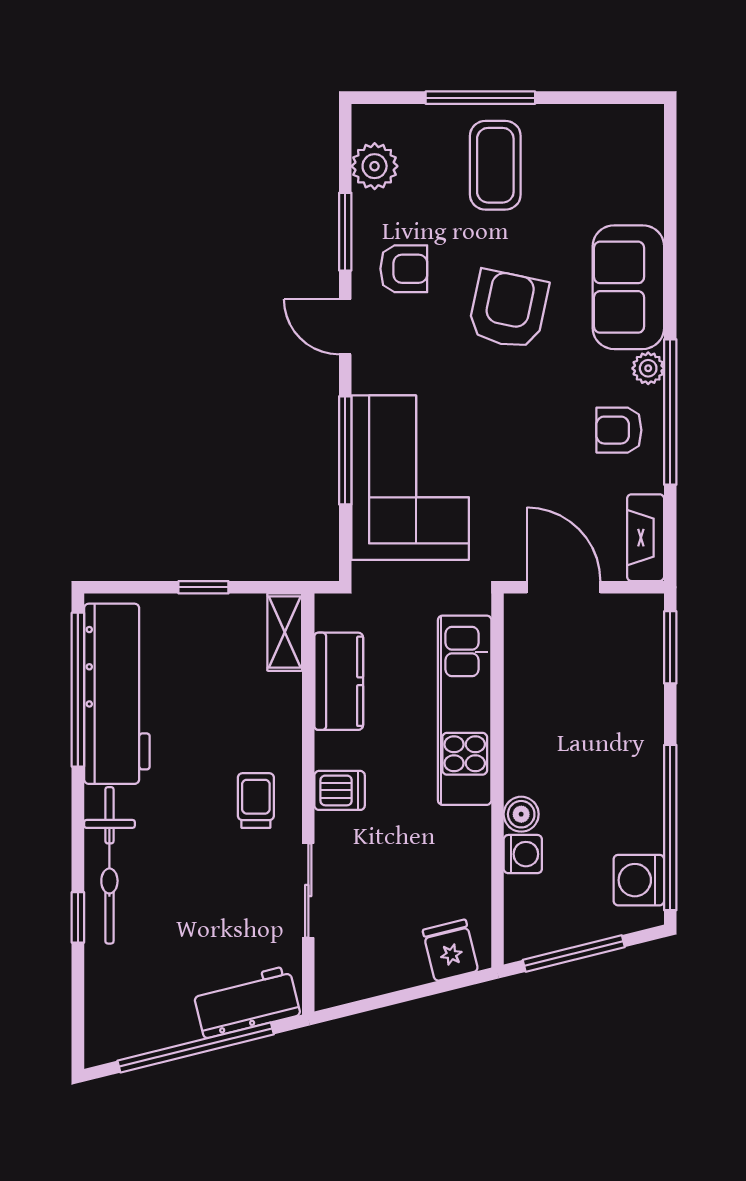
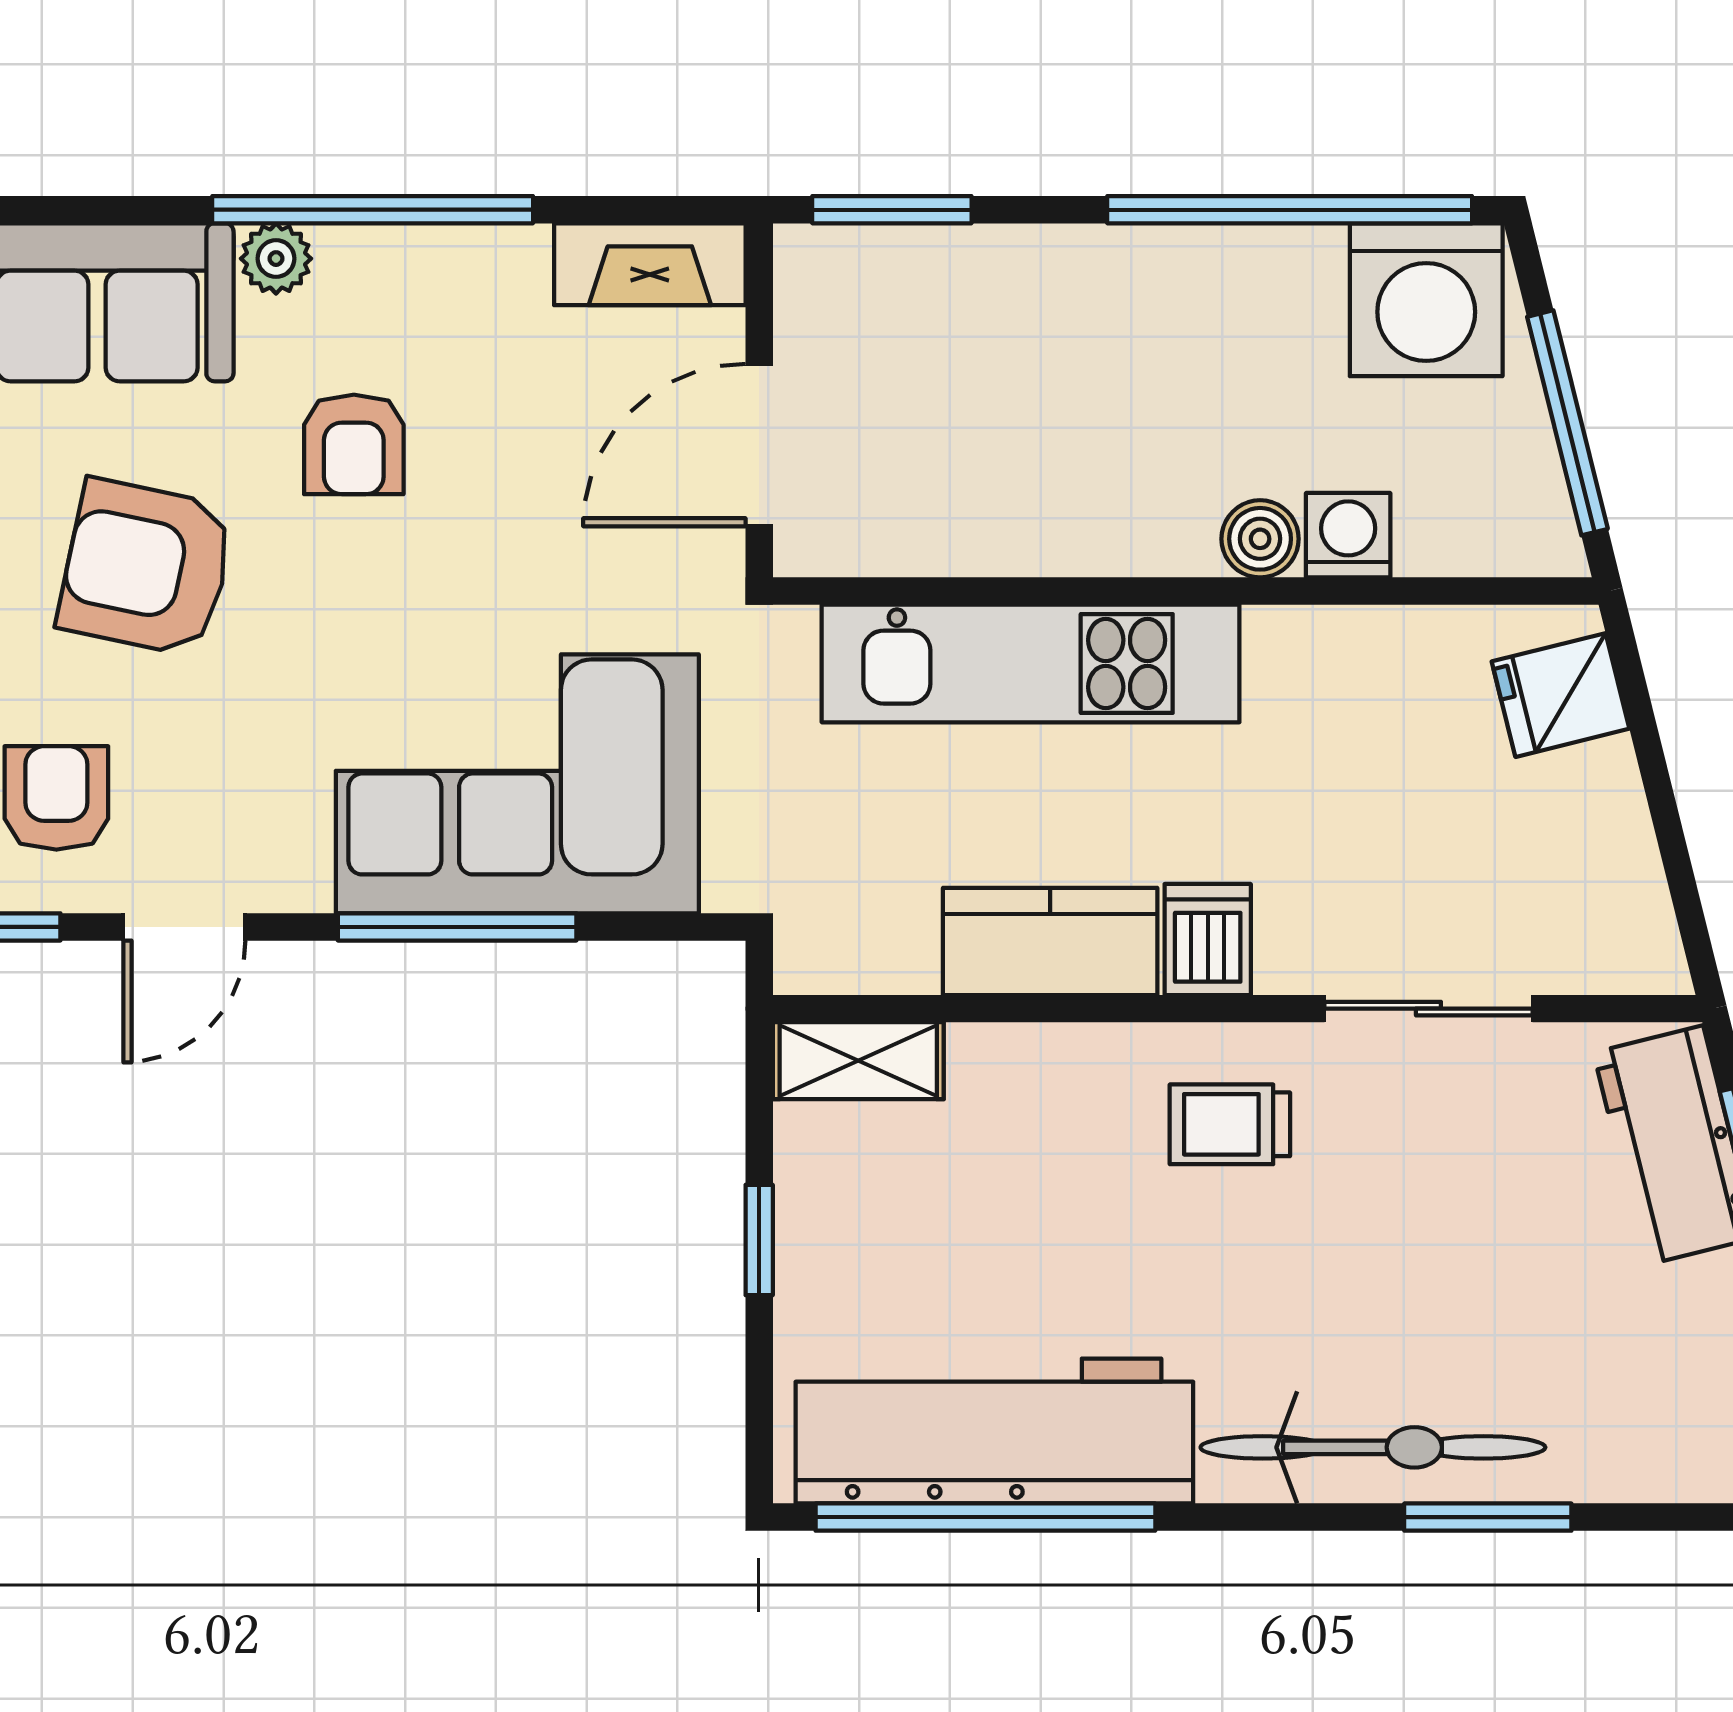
armchair: (619, 430) -> (354, 444), moved
kitchen counter: (339, 681) -> (1050, 941), moved
washing machine: (639, 880) -> (1426, 300), width x1.37, depth x1.37
window: (78, 917) -> (1488, 1517), width x1.50

